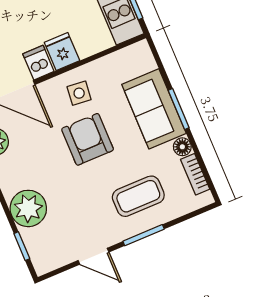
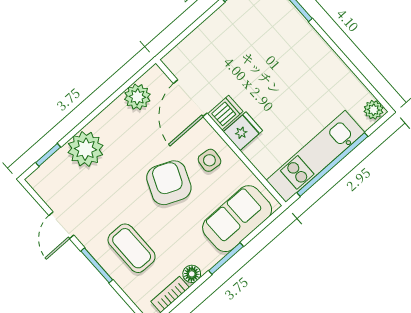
sofa: (154, 109) -> (237, 219), moved
armchair: (88, 139) -> (169, 183), turned -67

